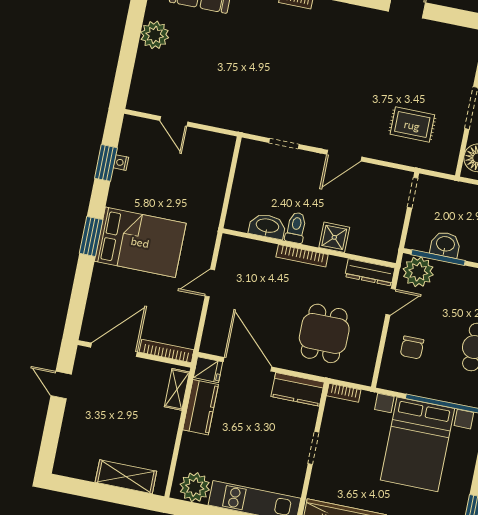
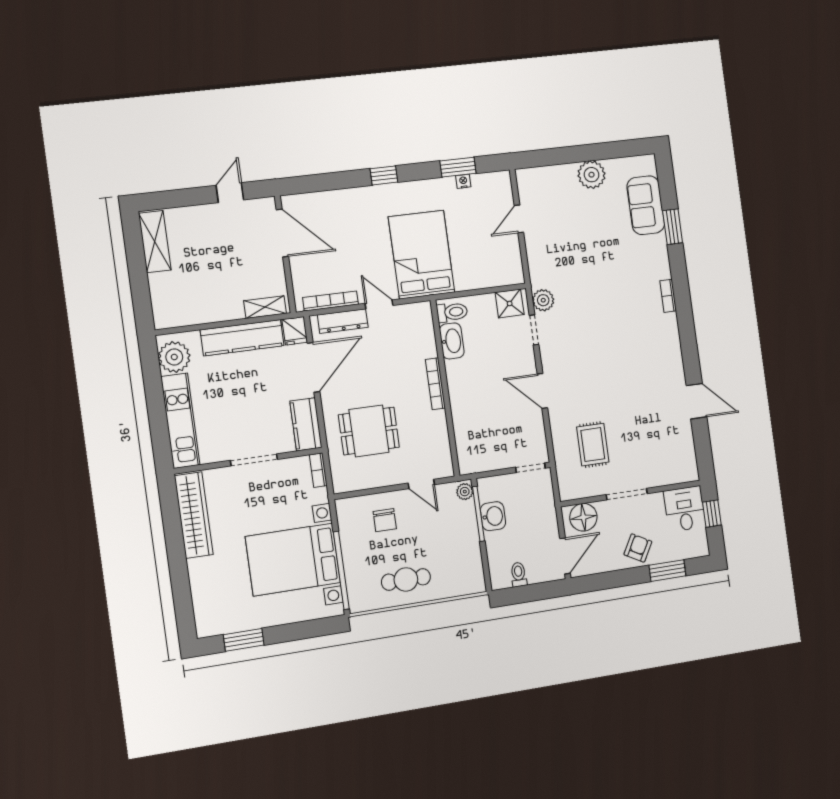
plant: (259, 125) -> (543, 300), added
toilet: (296, 228) -> (452, 312), moved
window: (91, 236) -> (384, 175), width x0.67
shower: (334, 237) -> (510, 303), moved
bed: (140, 242) -> (421, 255), moved, turned 180
dresser: (370, 272) -> (343, 321), moved, turned -90
plant: (418, 272) -> (465, 492), width x0.53, depth x0.53
chair: (412, 348) -> (385, 520), turned -90
bookcase: (167, 351) -> (331, 301), moved, turned -90
kitchen counter: (201, 407) -> (242, 338), width x1.50
doorway: (313, 448) -> (254, 460), width x1.38
shelving: (126, 477) -> (155, 242), moved

